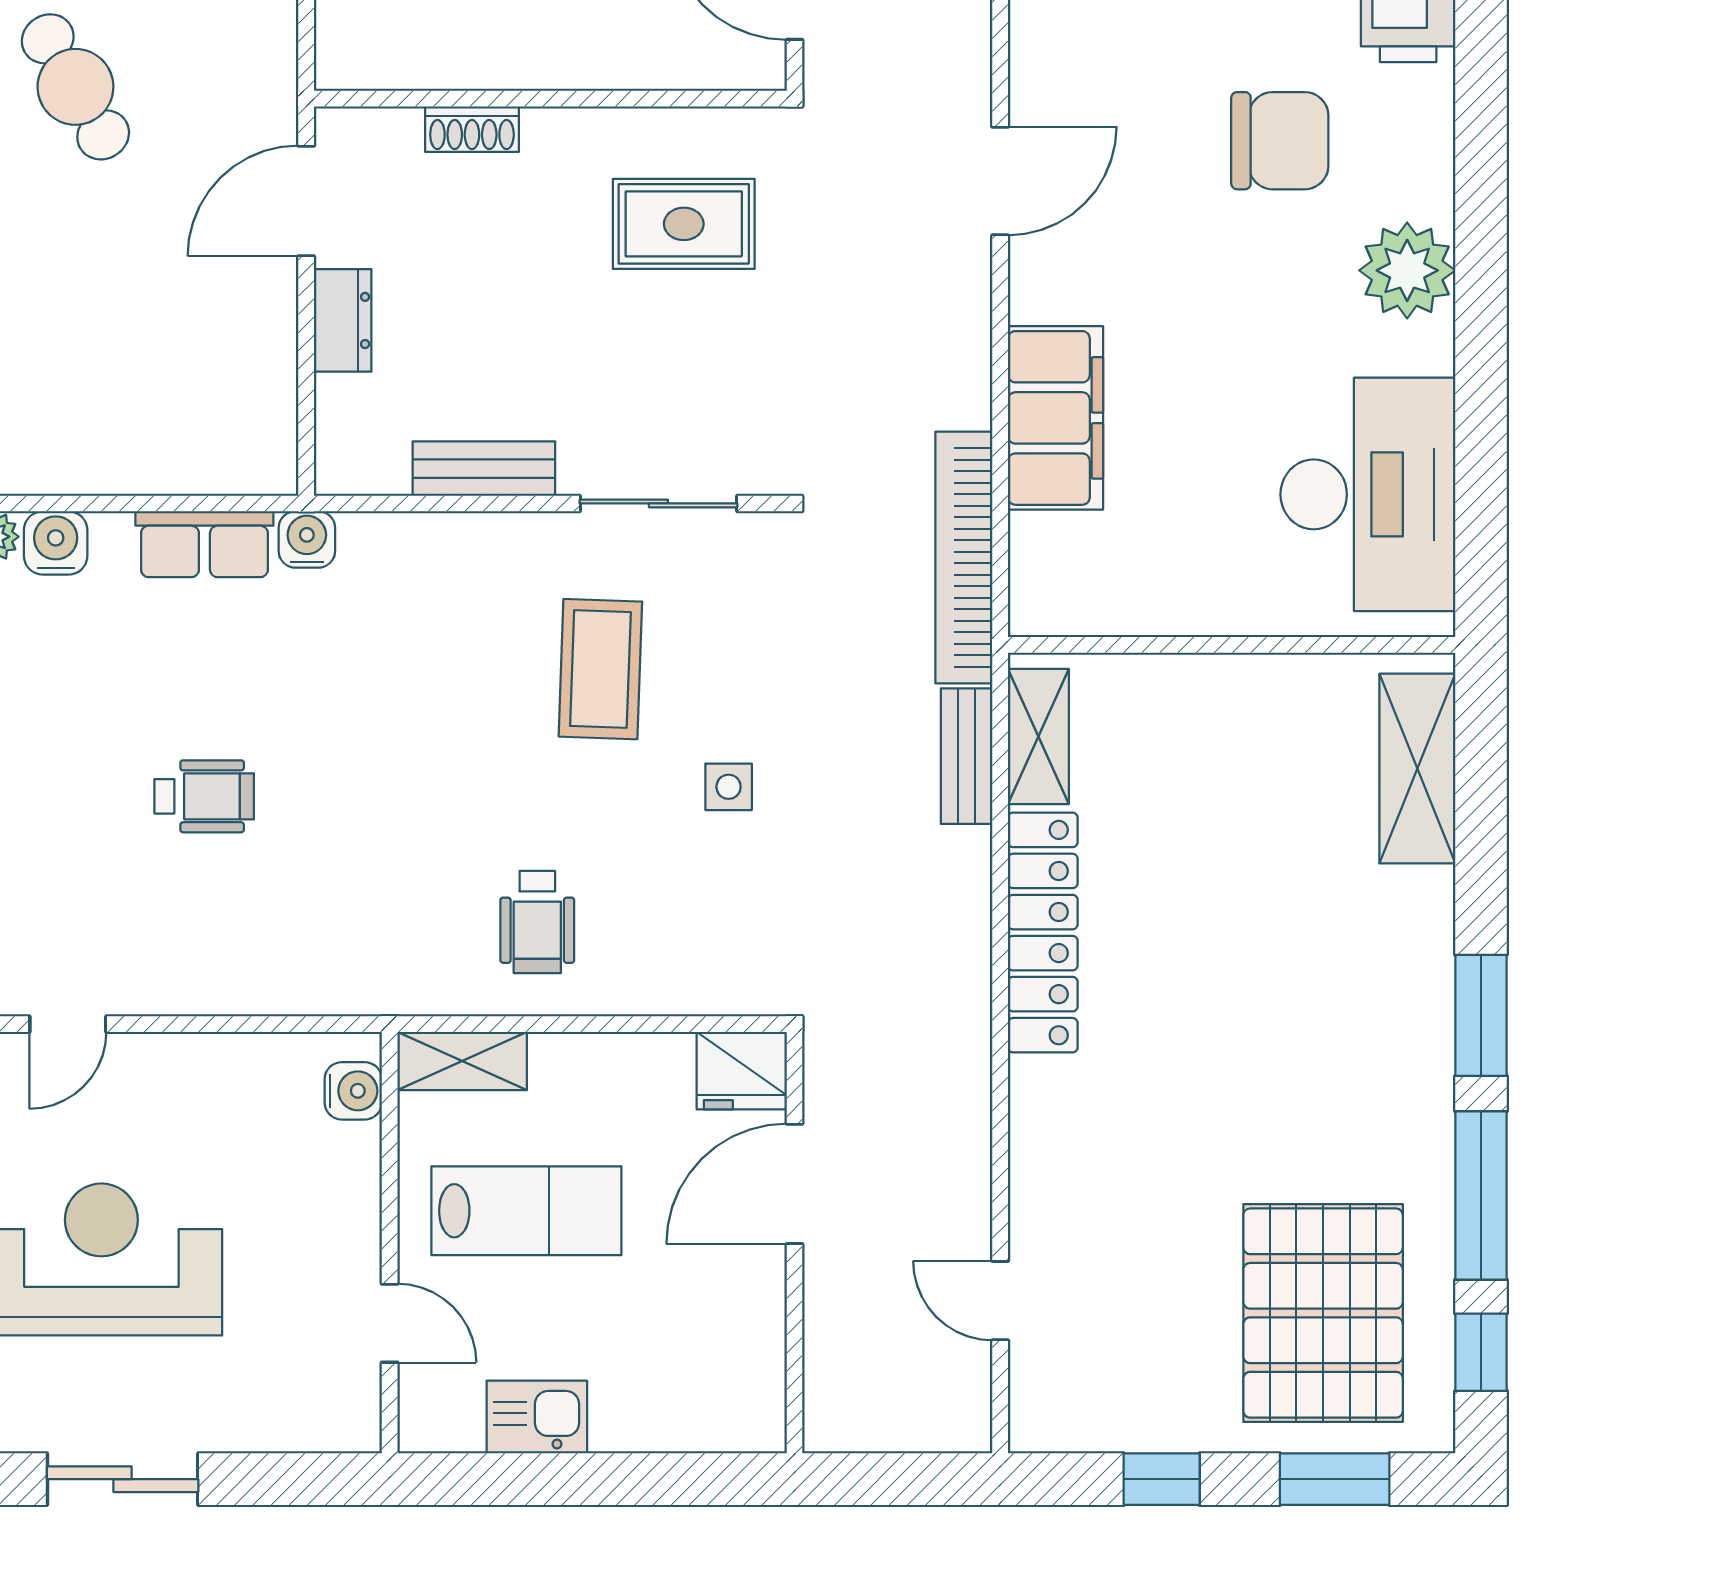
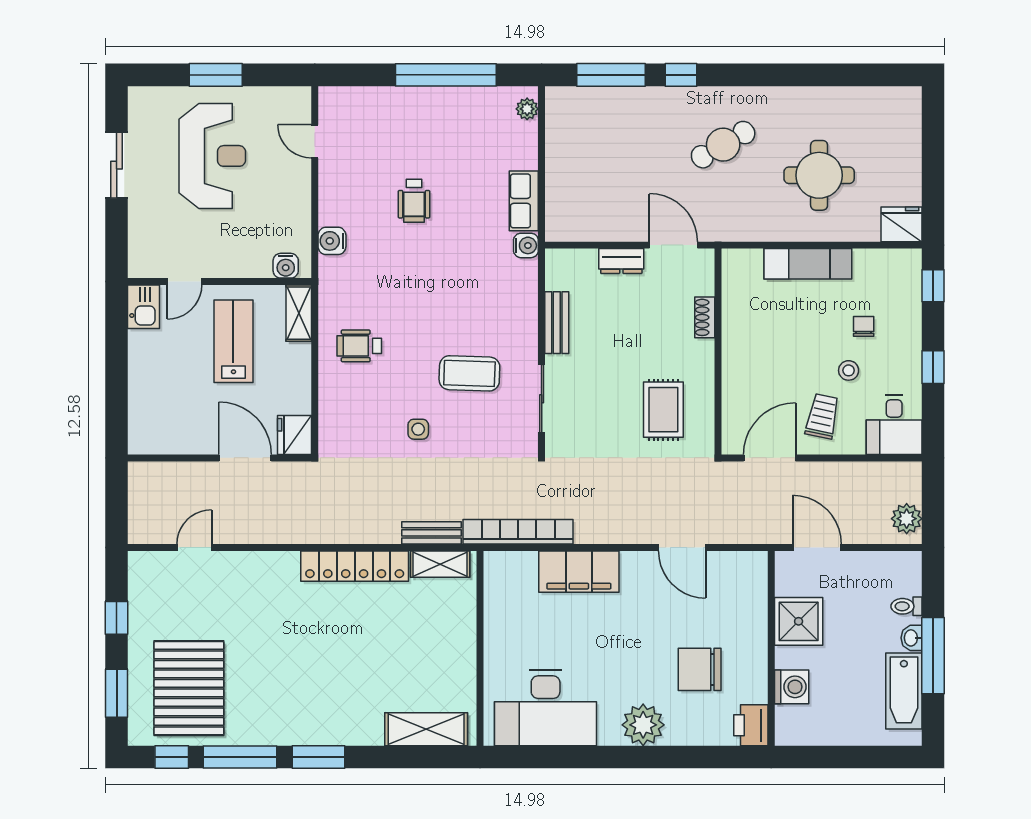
chair: (1280, 141) -> (700, 669), turned 90
water cooler: (56, 543) -> (332, 241), moved, turned 180
lab bench: (526, 1211) -> (233, 341), turned 180
pallet: (1323, 1313) -> (189, 688), turned 90
kitchen sink: (537, 1417) -> (144, 307), moved

